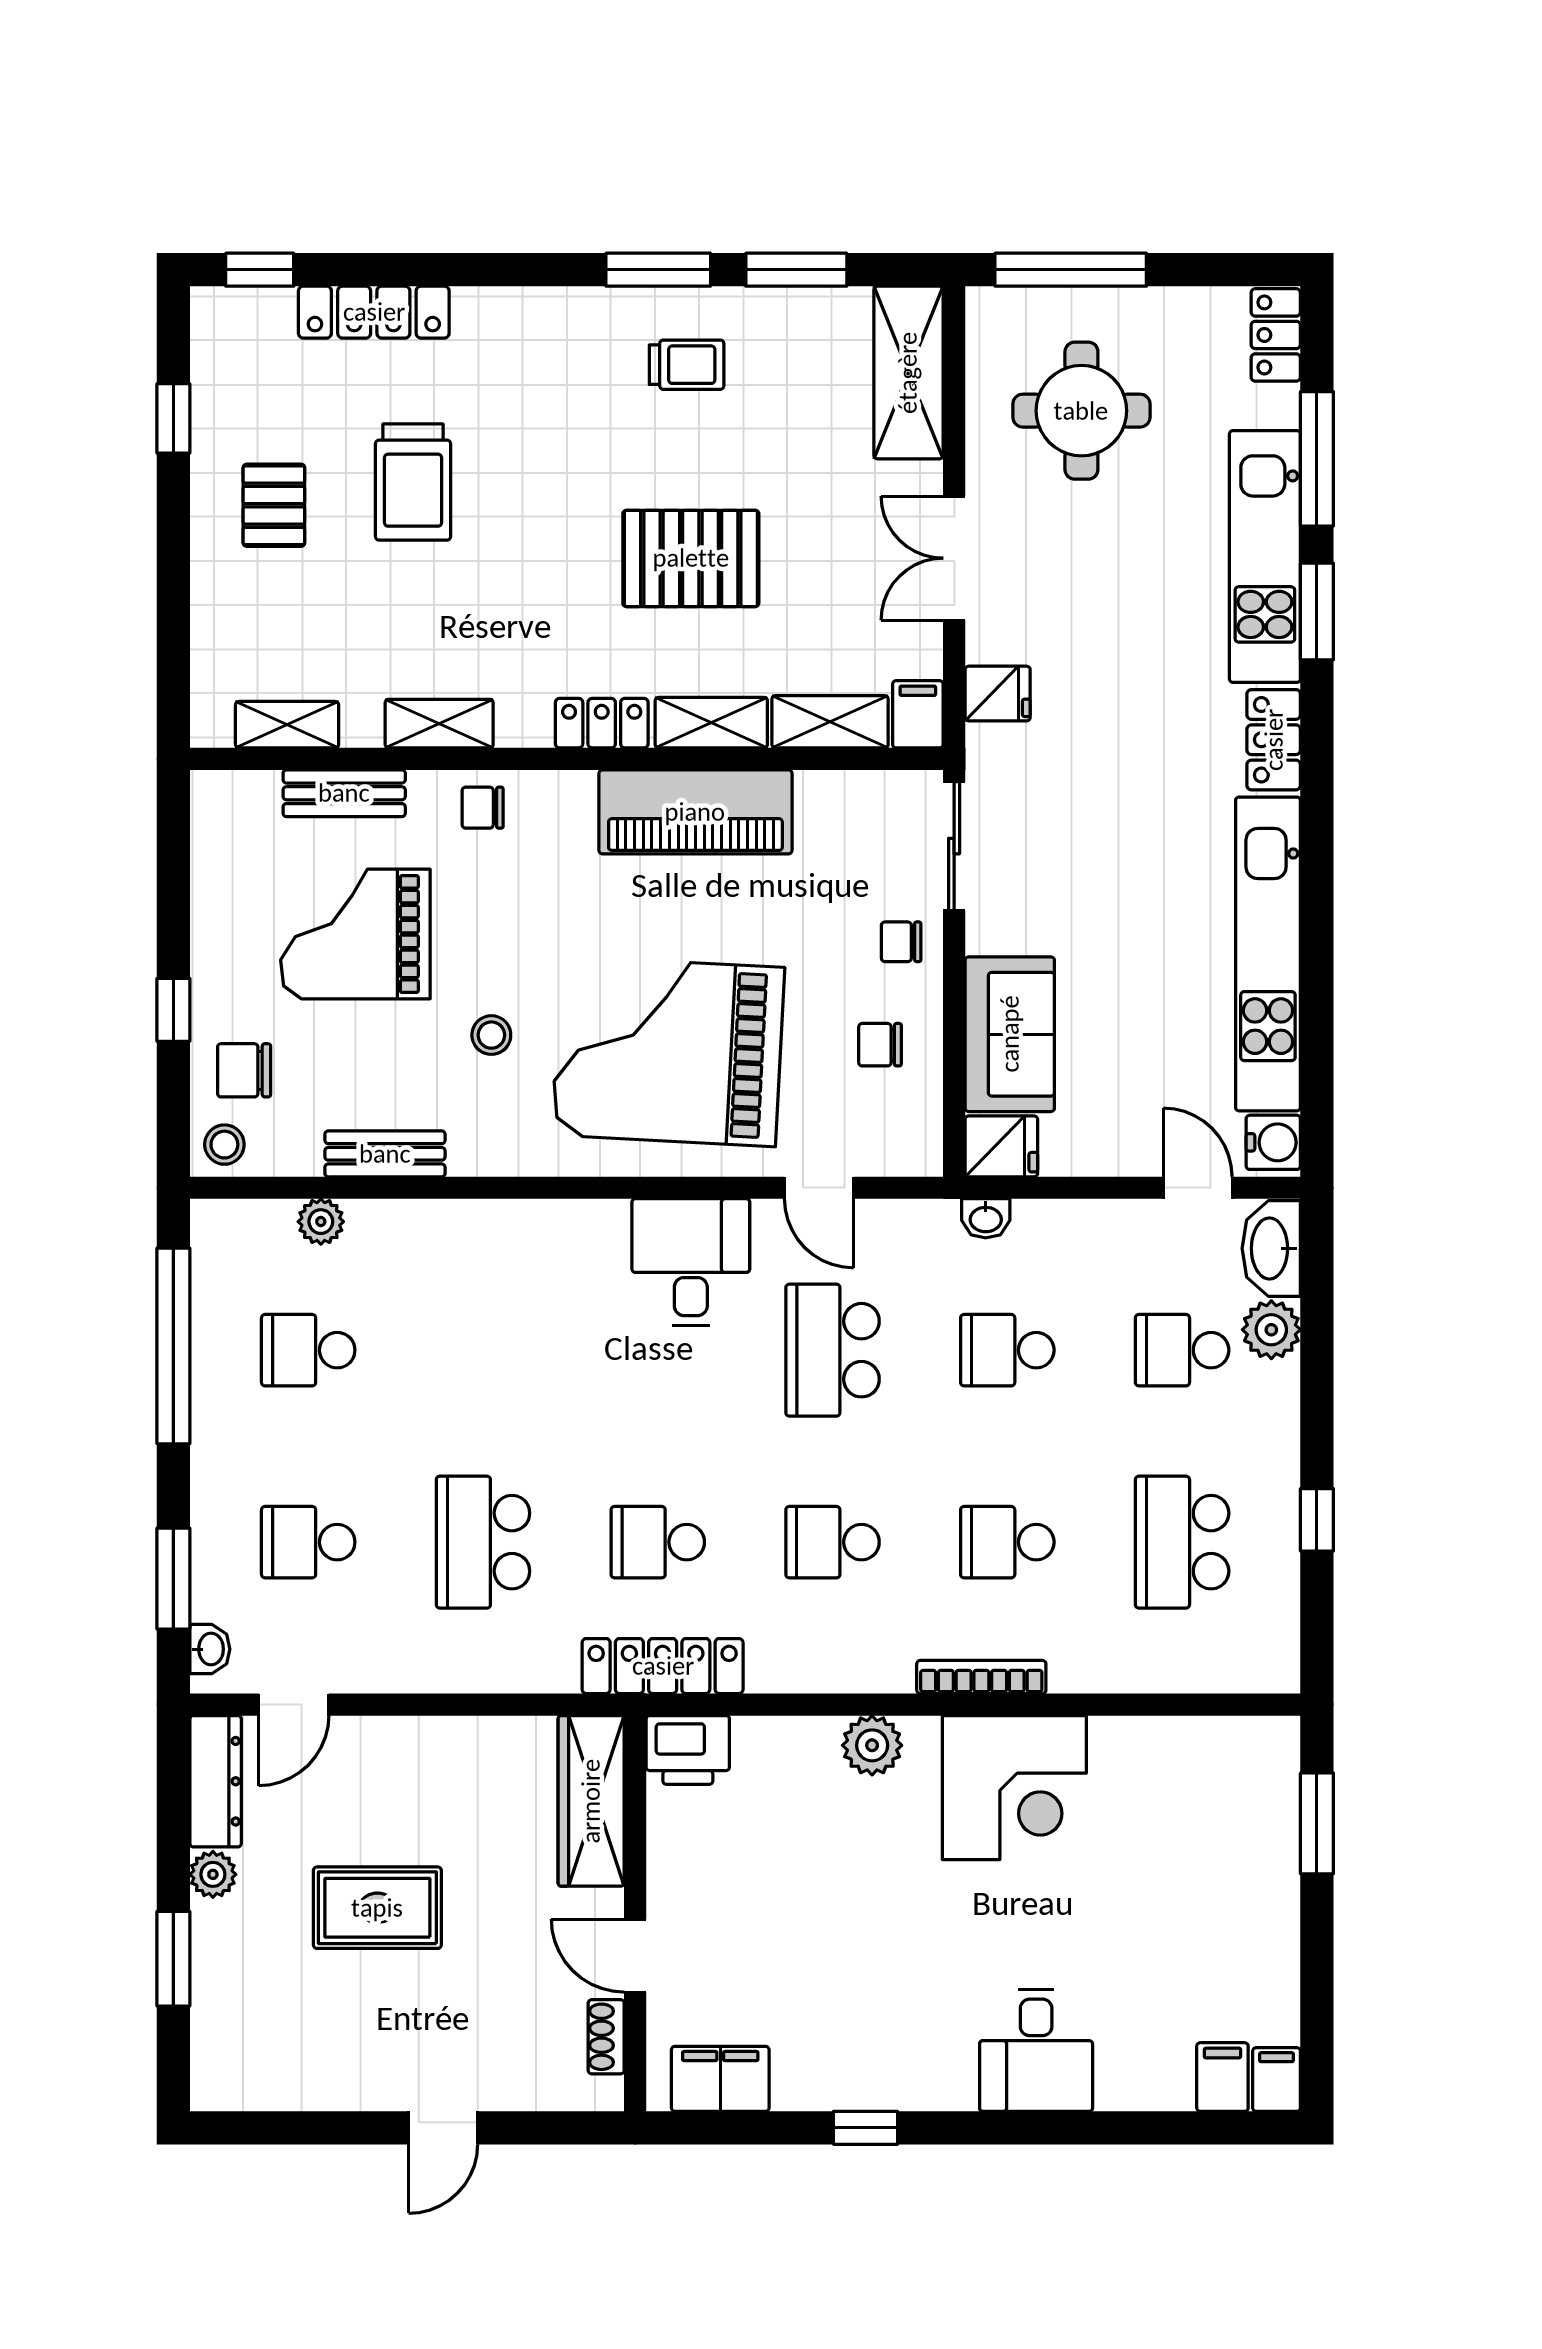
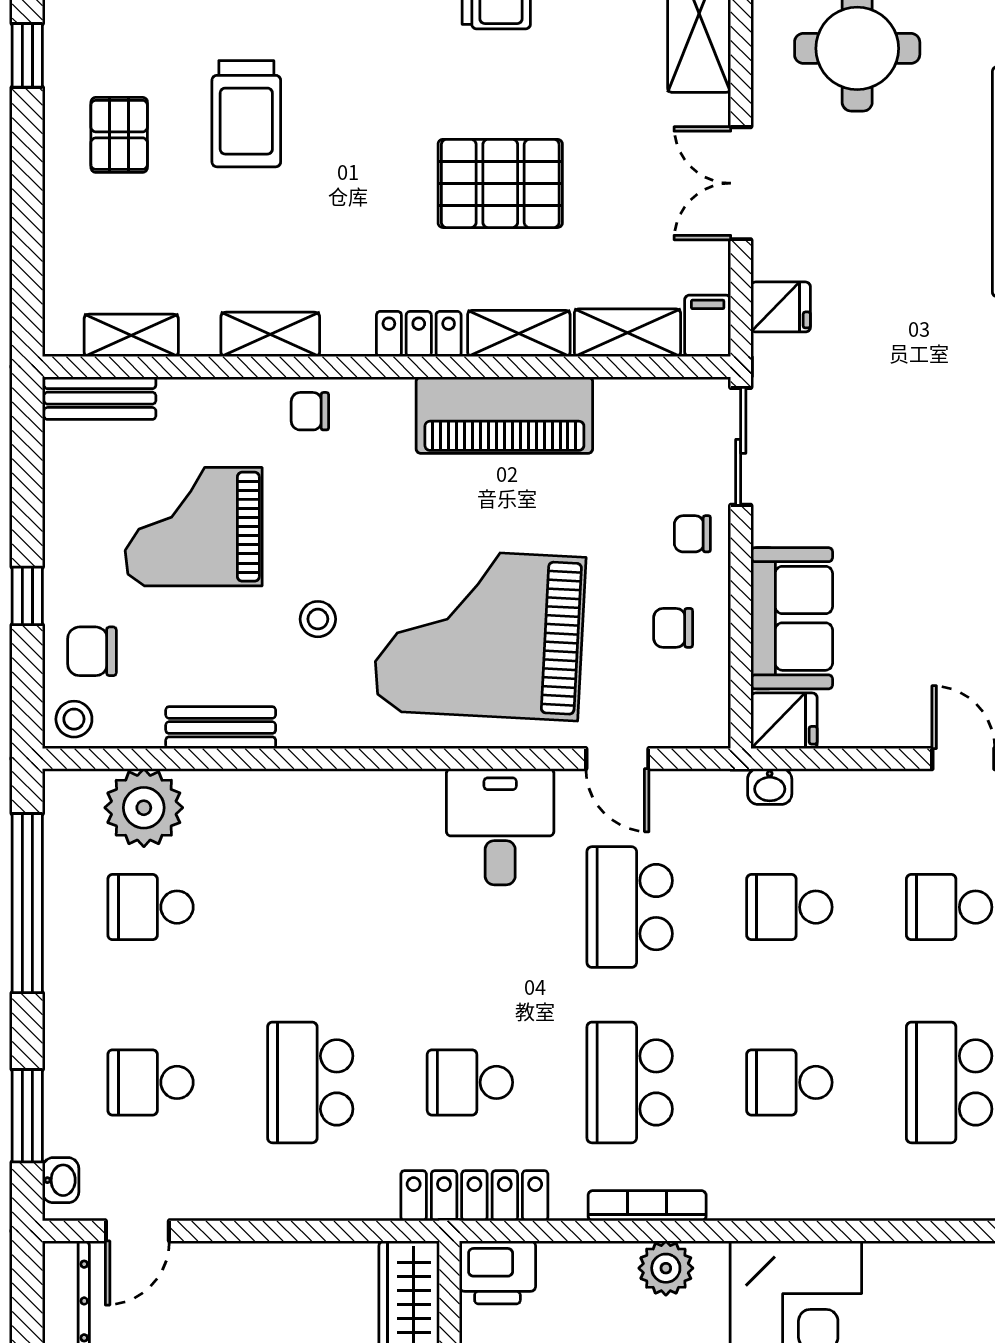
bench: (344, 793) -> (100, 398), moved
plant: (321, 1222) -> (144, 808), width x1.87, depth x1.87
school desk: (833, 1542) -> (630, 1082), width x1.85
bookcase: (981, 1677) -> (647, 1206), moved

